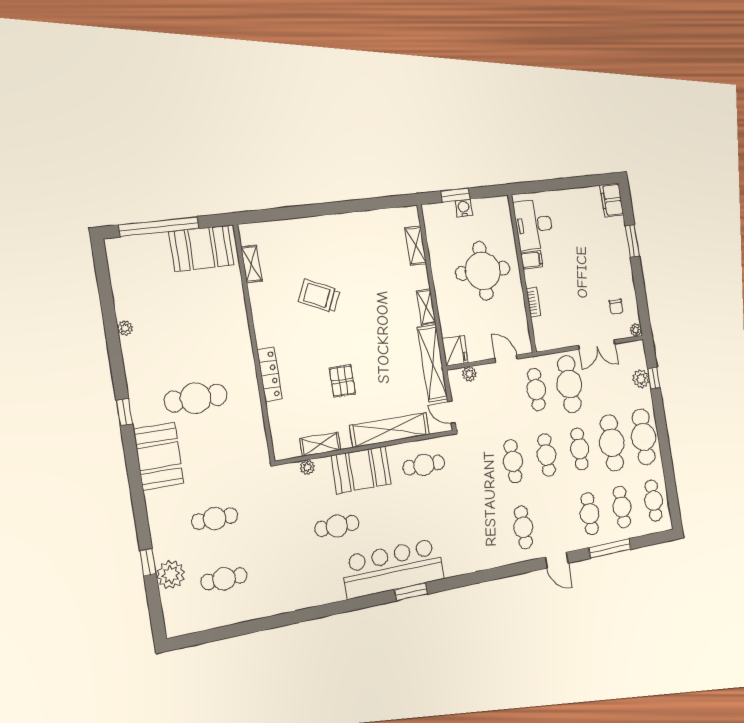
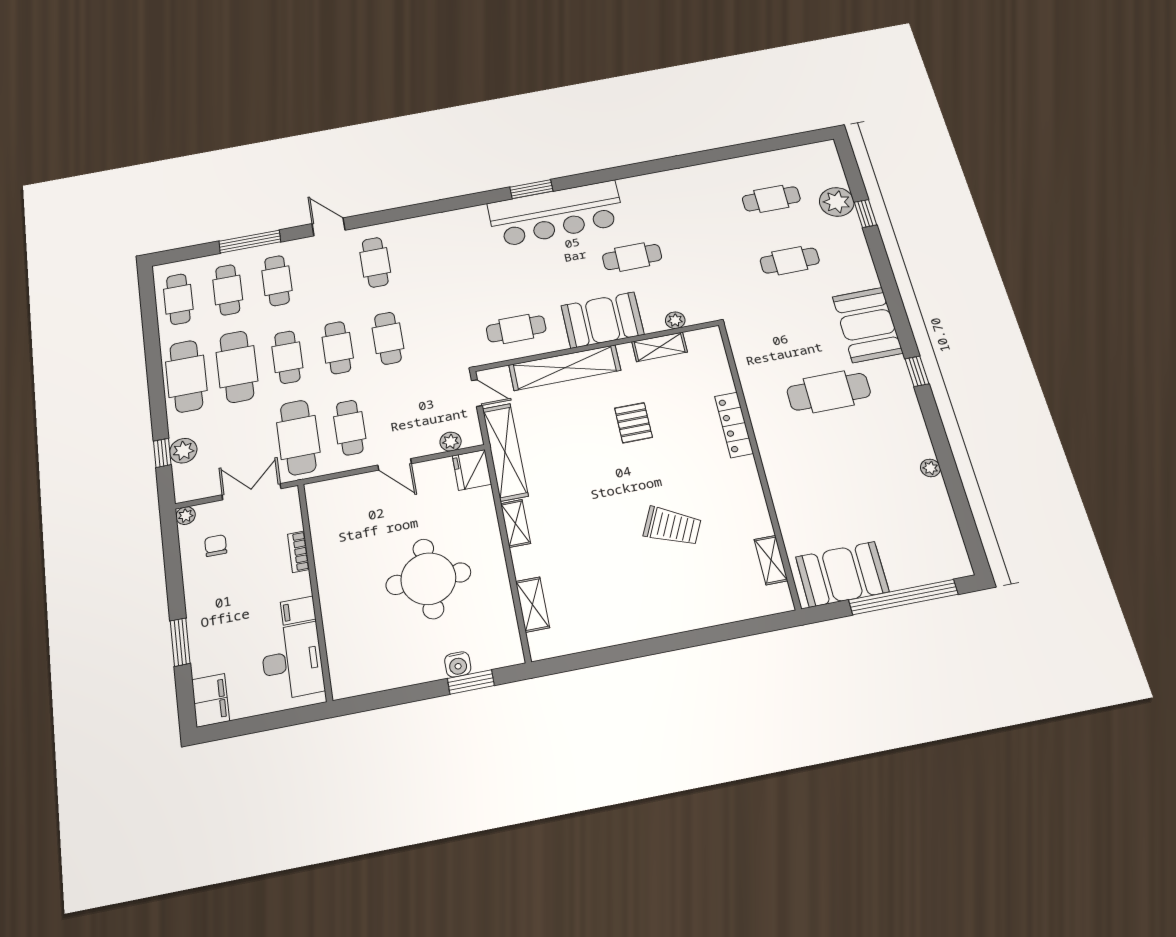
desk: (534, 225) -> (292, 661), moved
filing cabinet: (532, 260) -> (298, 611), moved
wall: (522, 274) -> (315, 590), moved
bookcase: (534, 302) -> (299, 552), moved

